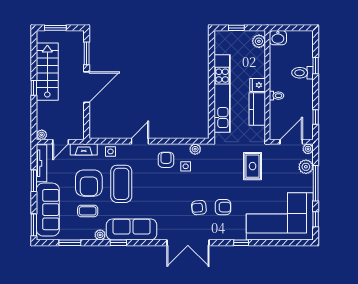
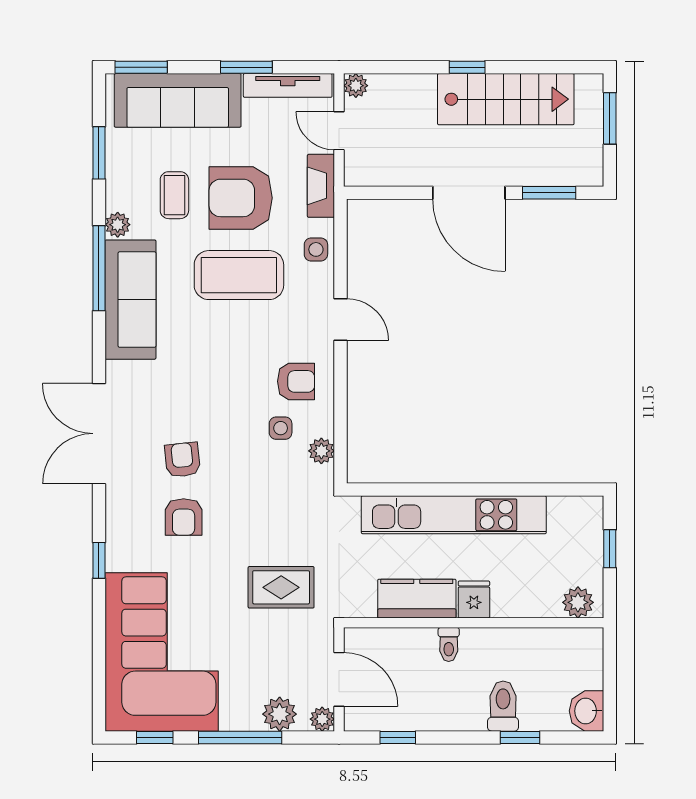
washbasin: (278, 38) -> (587, 711), moved
window: (118, 243) -> (99, 268), width x2.17

